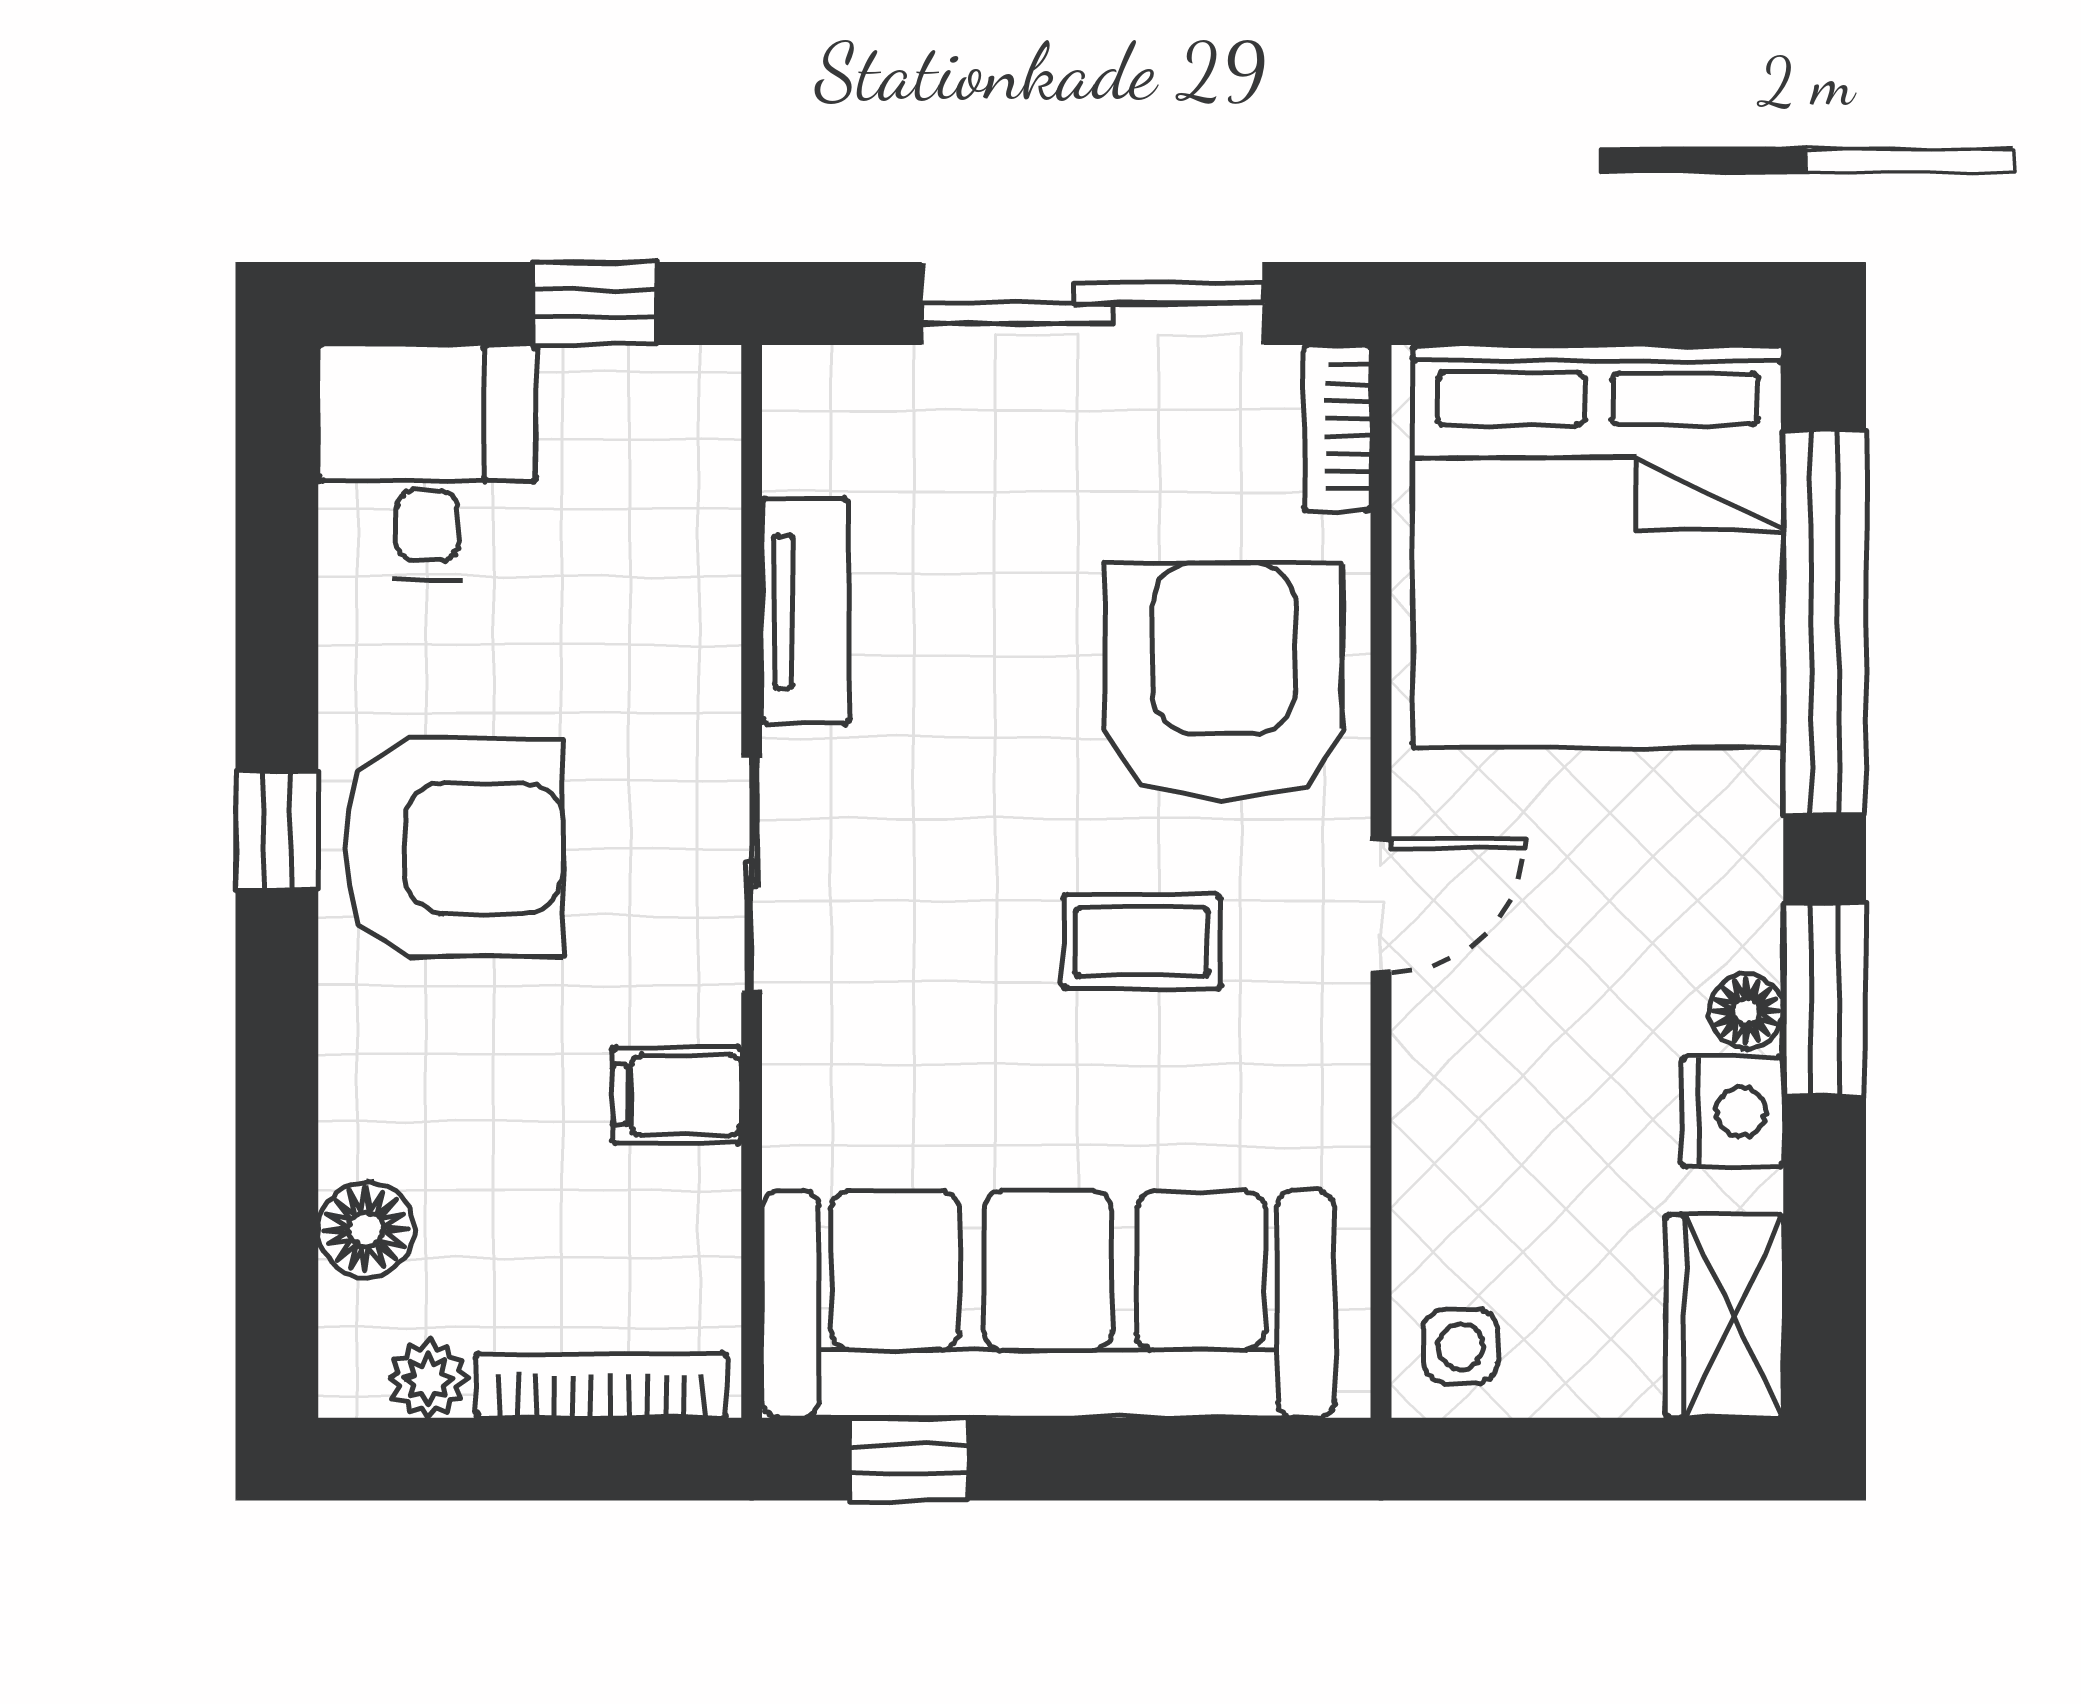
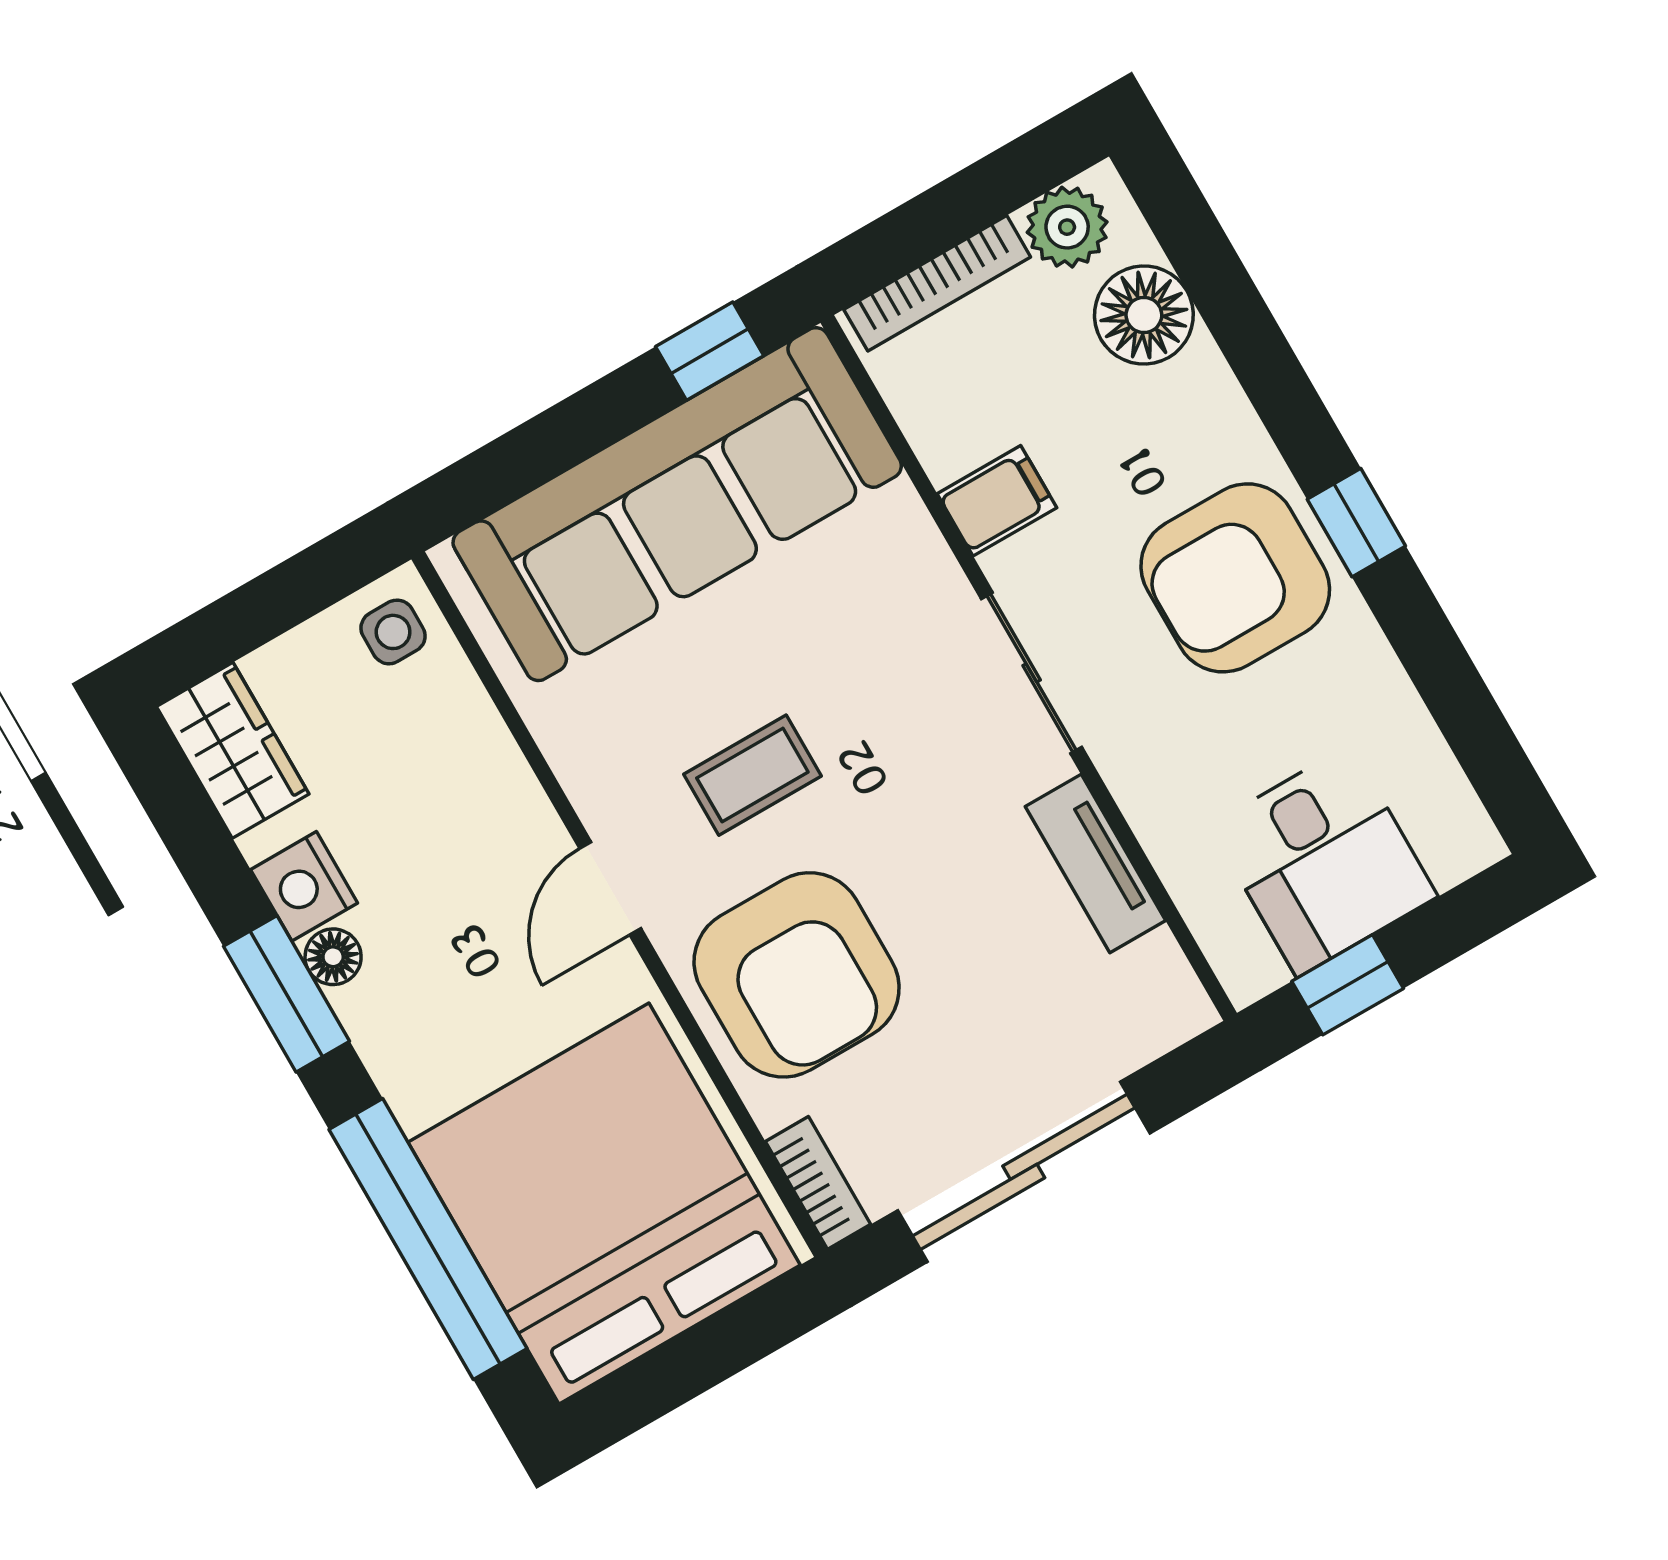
desk: (427, 462) -> (1324, 861), moved
floor lamp: (366, 1230) -> (1144, 315), width x1.38, depth x1.38
plant: (429, 1379) -> (1067, 227), width x1.38, depth x1.38

